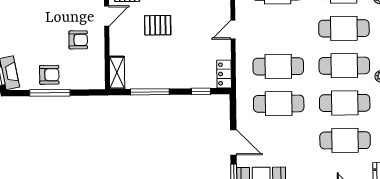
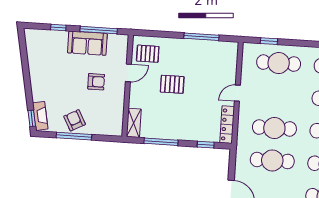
armchair: (78, 40) -> (96, 82), moved
locker: (224, 74) -> (227, 125), width x1.53
armchair: (49, 75) -> (75, 120), turned -118

